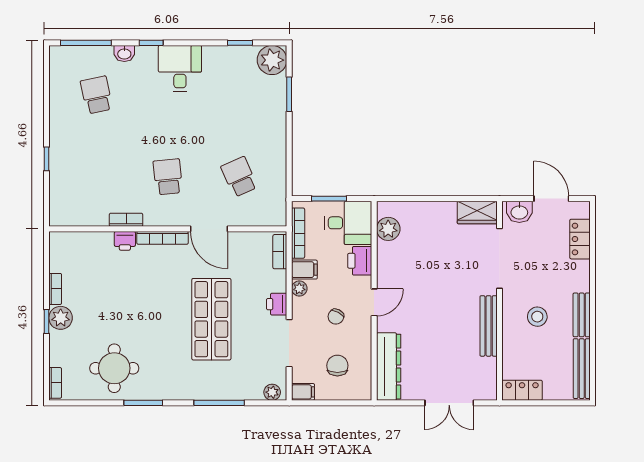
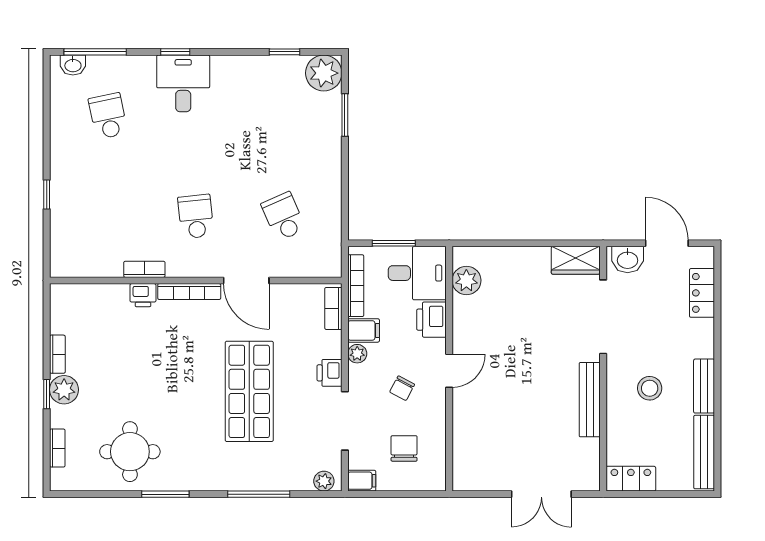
washbasin: (124, 54) -> (73, 65), moved
desk: (180, 68) -> (183, 83), moved
dresser: (389, 367) -> (467, 450), removed
bookcase: (55, 383) -> (57, 448), moved

